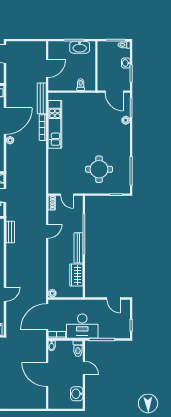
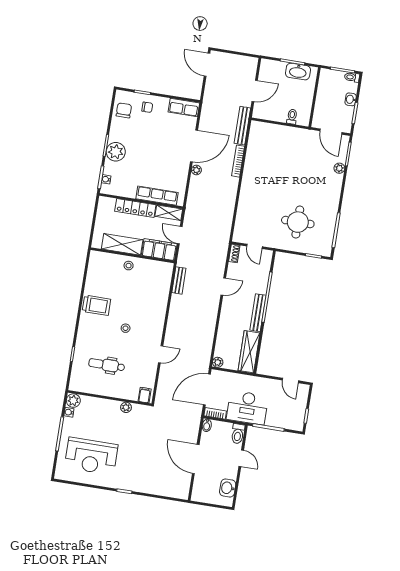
kitchen unit: (55, 124) -> (253, 160), removed
wardrobe: (76, 275) -> (249, 352), width x1.50

